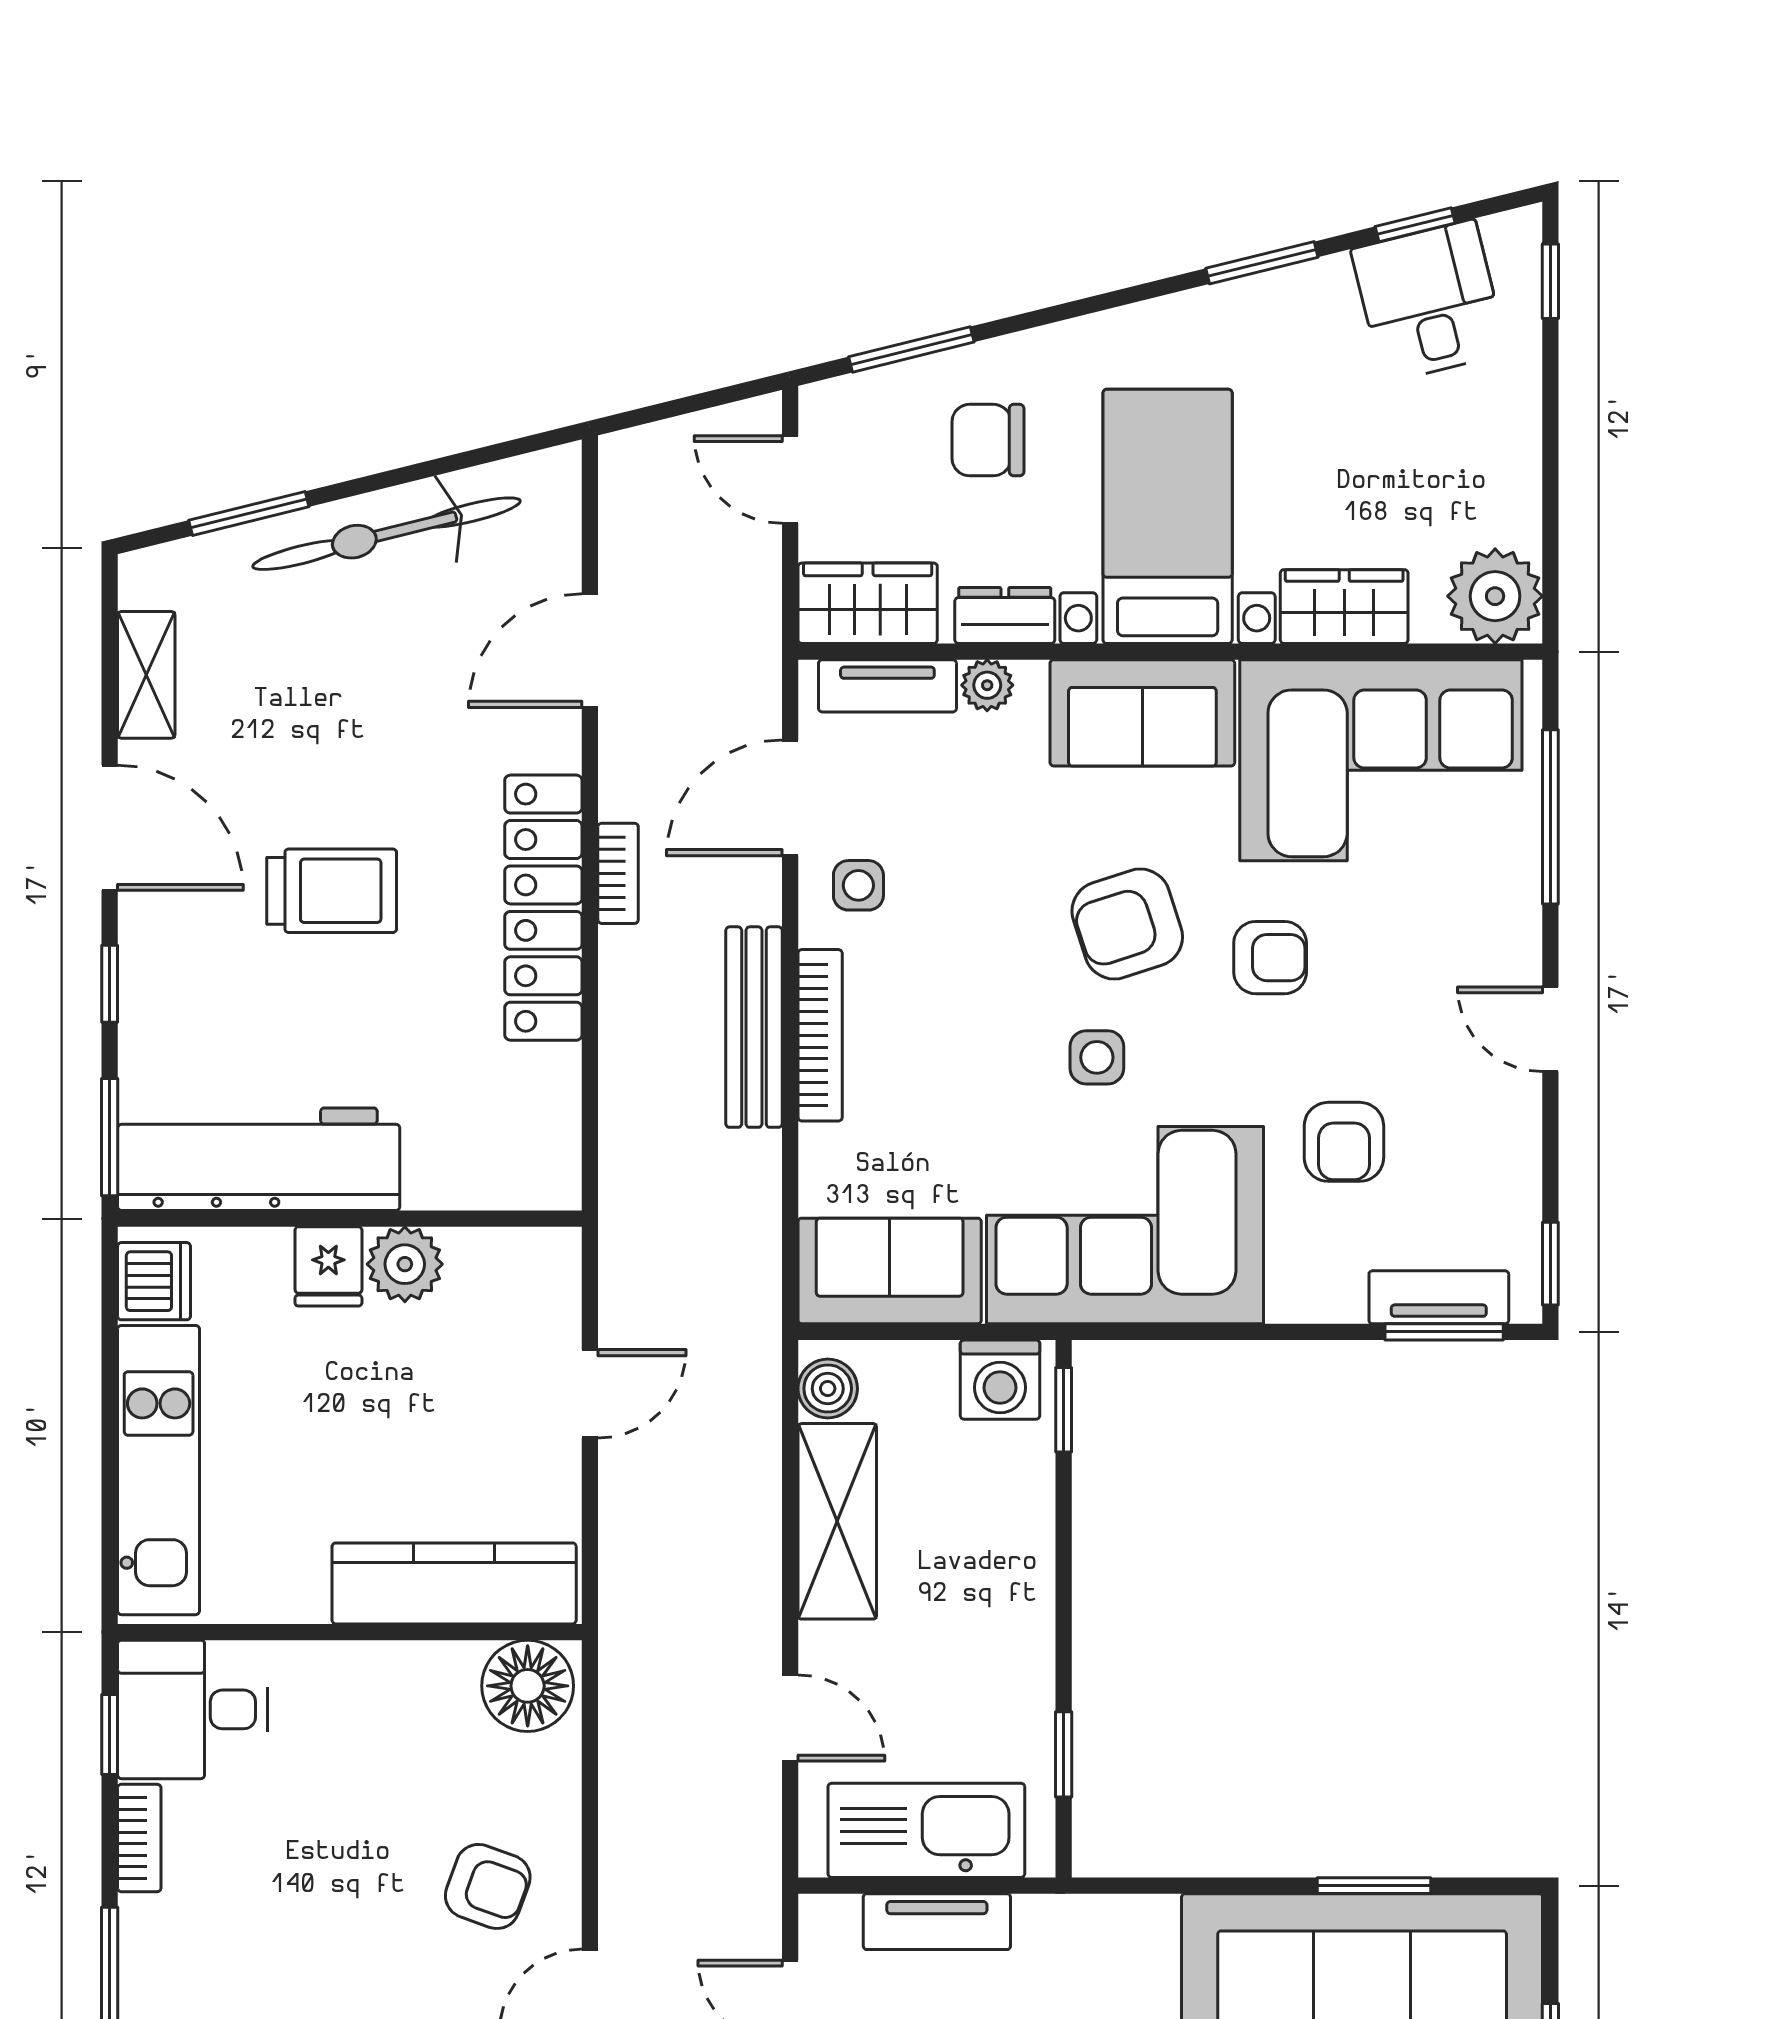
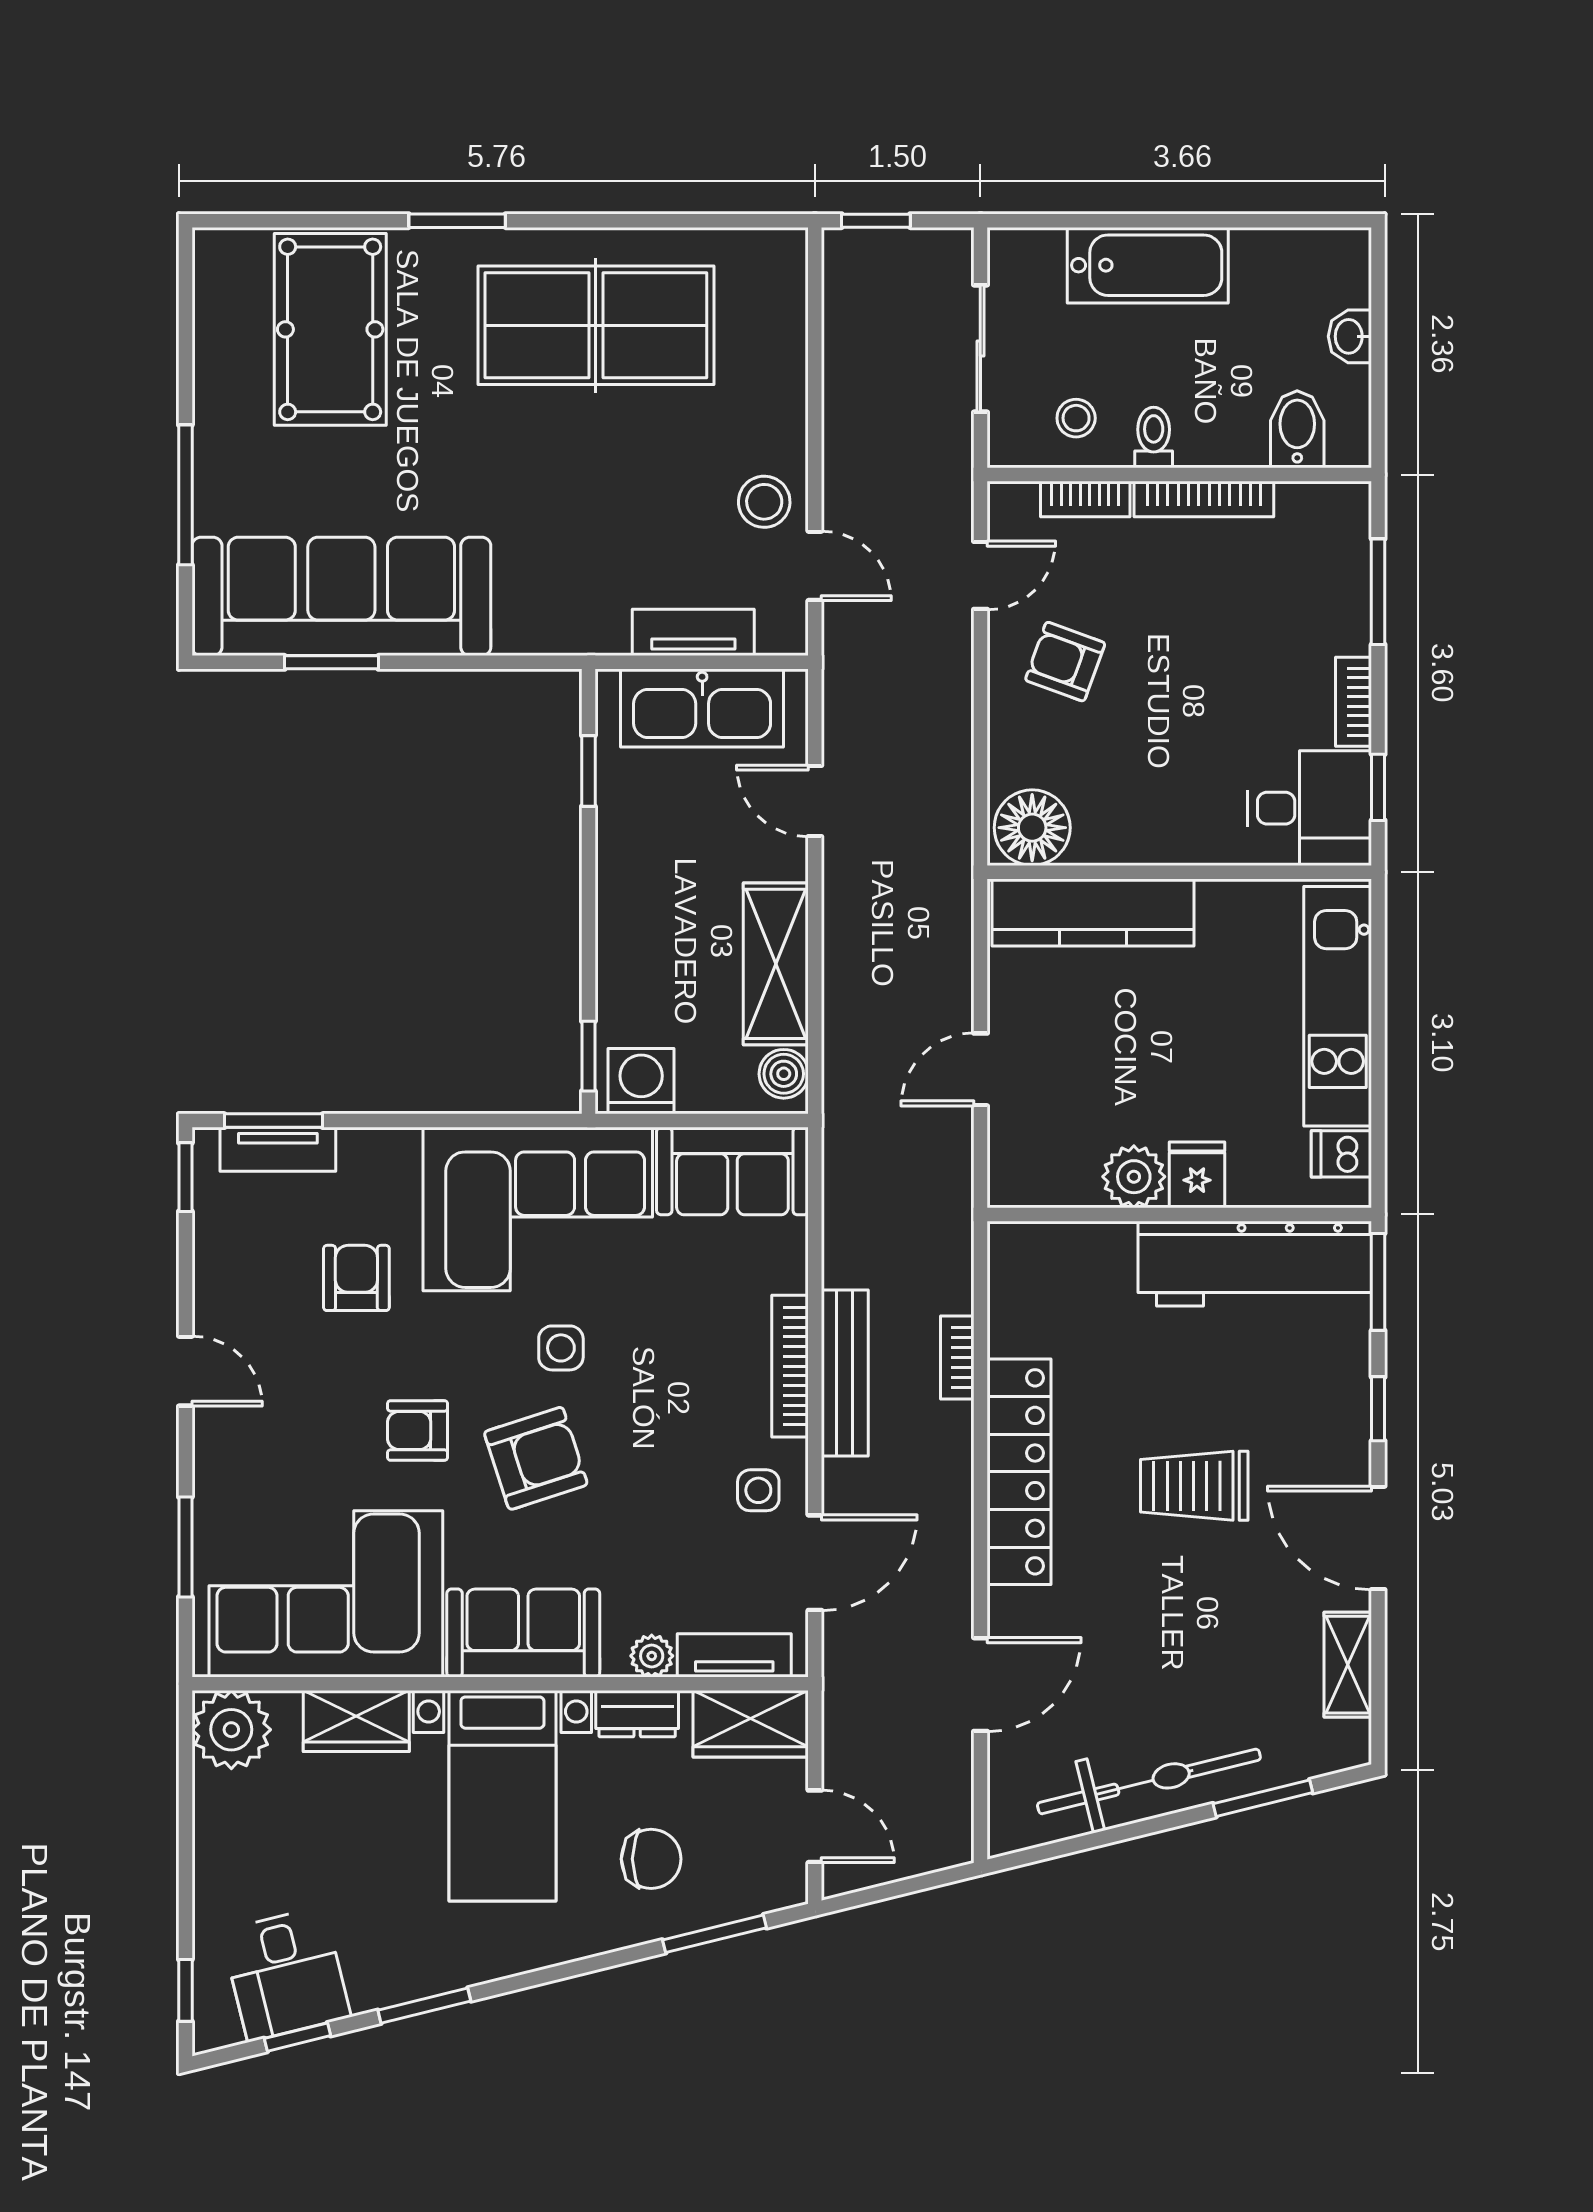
window: (1550, 817) -> (185, 1547), width x0.69
bookcase: (618, 873) -> (957, 1358), moved
dishwasher: (154, 1281) -> (1341, 1154), width x0.73

